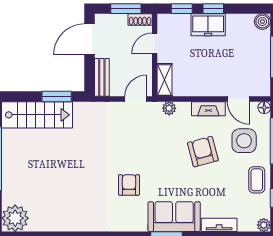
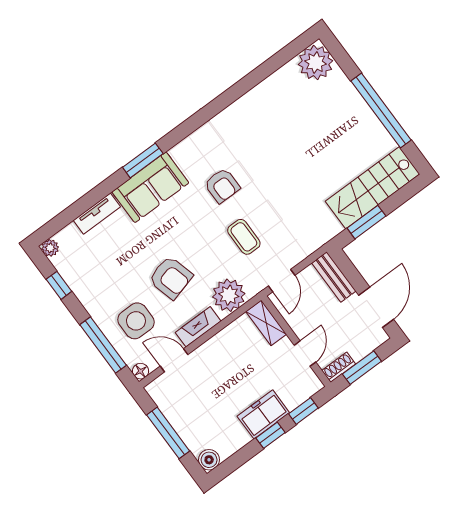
plant: (169, 108) -> (229, 295), width x1.88, depth x1.88
coffee table: (257, 180) -> (244, 237), moved

